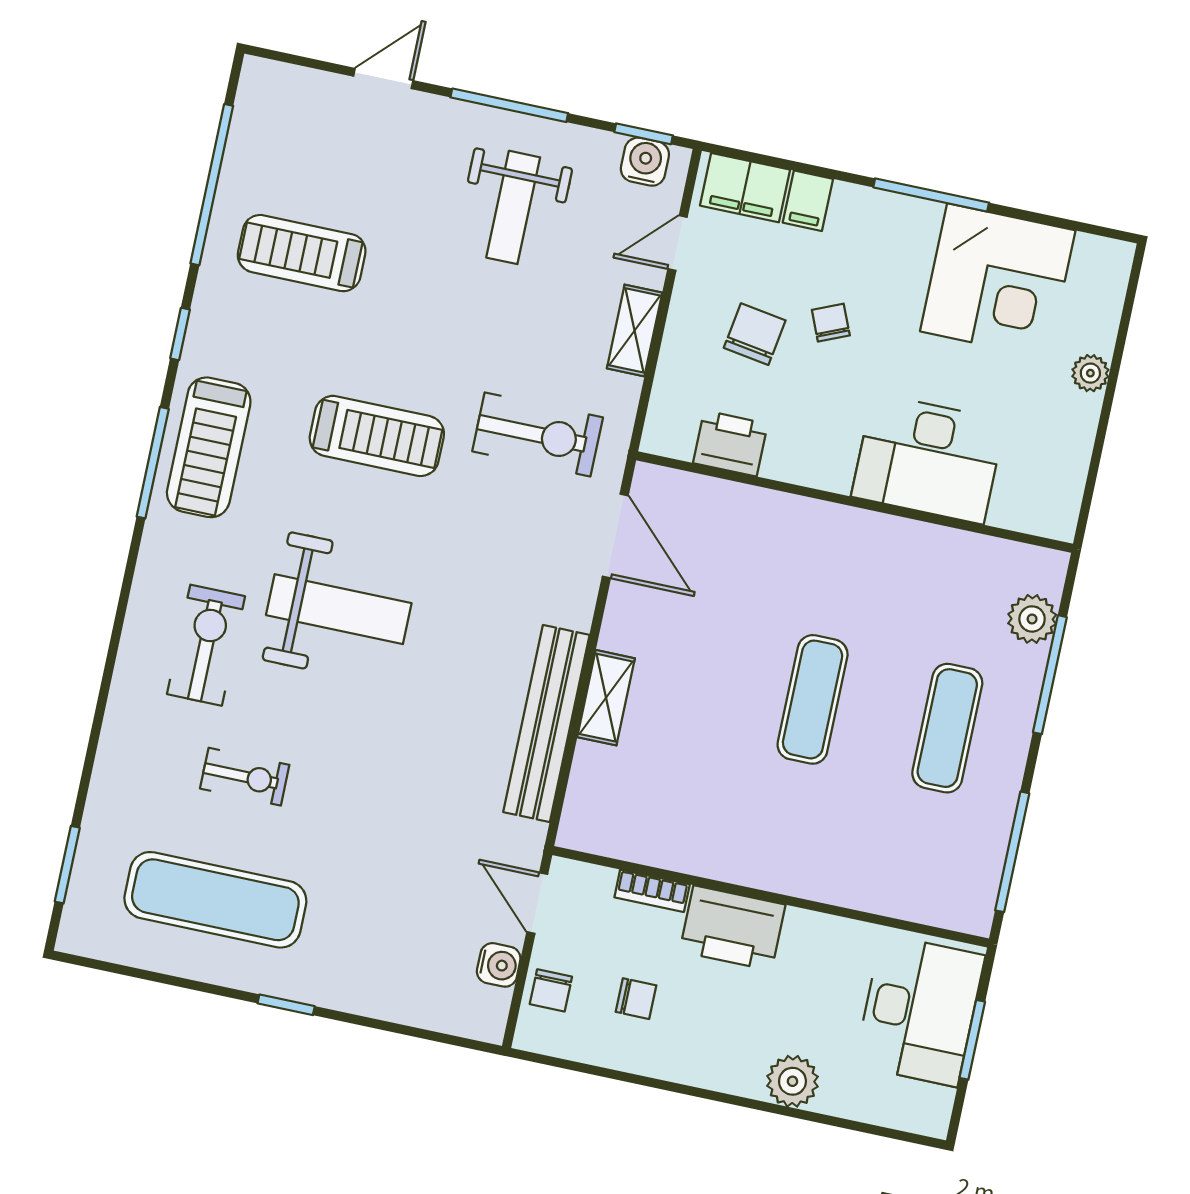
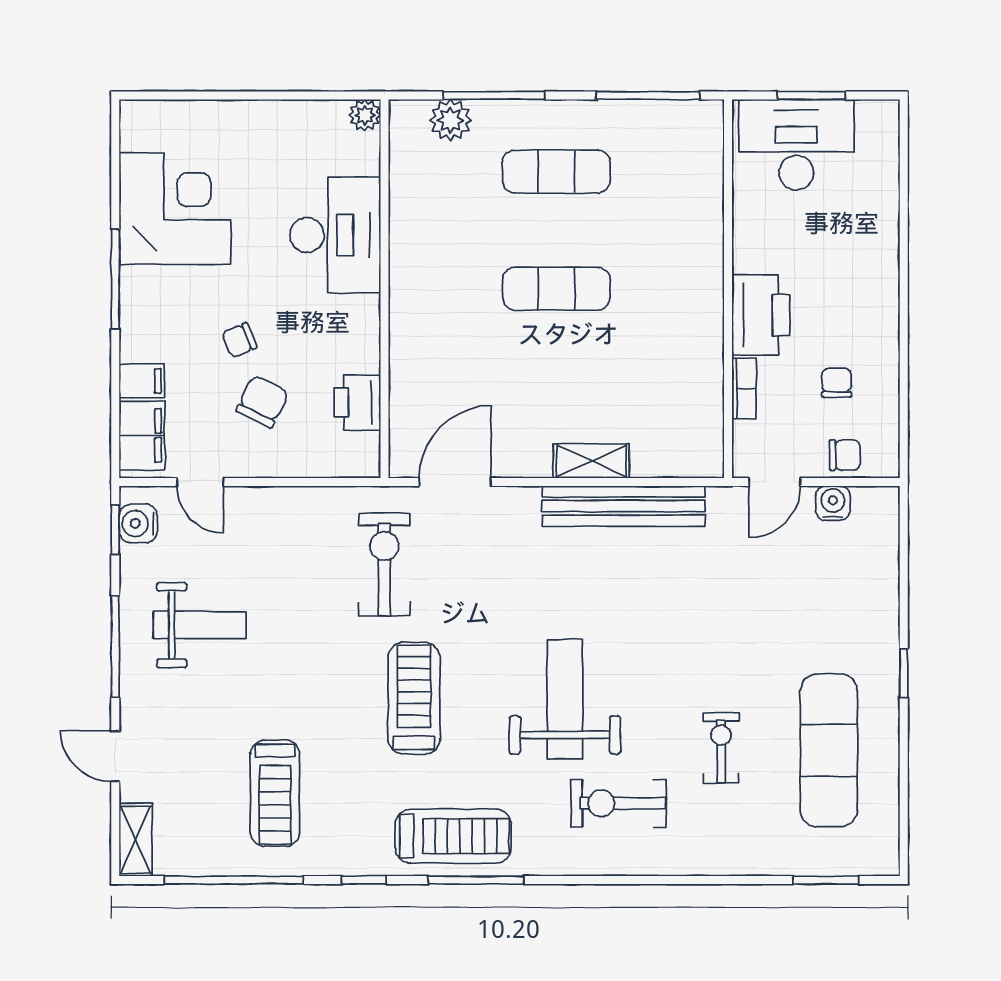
shelving: (635, 330) -> (136, 840), moved, turned 90
chair: (755, 334) -> (262, 402), turned 107
plant: (1090, 373) -> (365, 115), moved
plant: (792, 1081) -> (878, 238), removed

